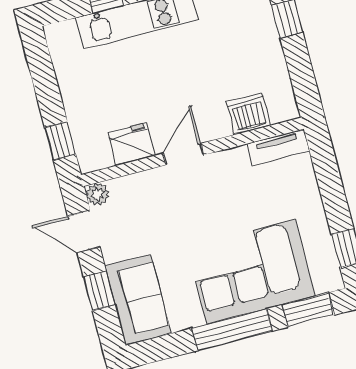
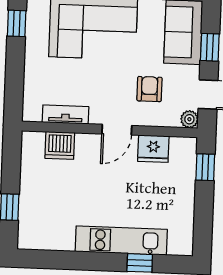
tv unit: (278, 147) -> (65, 115), moved
armchair: (158, 217) -> (149, 89), added

